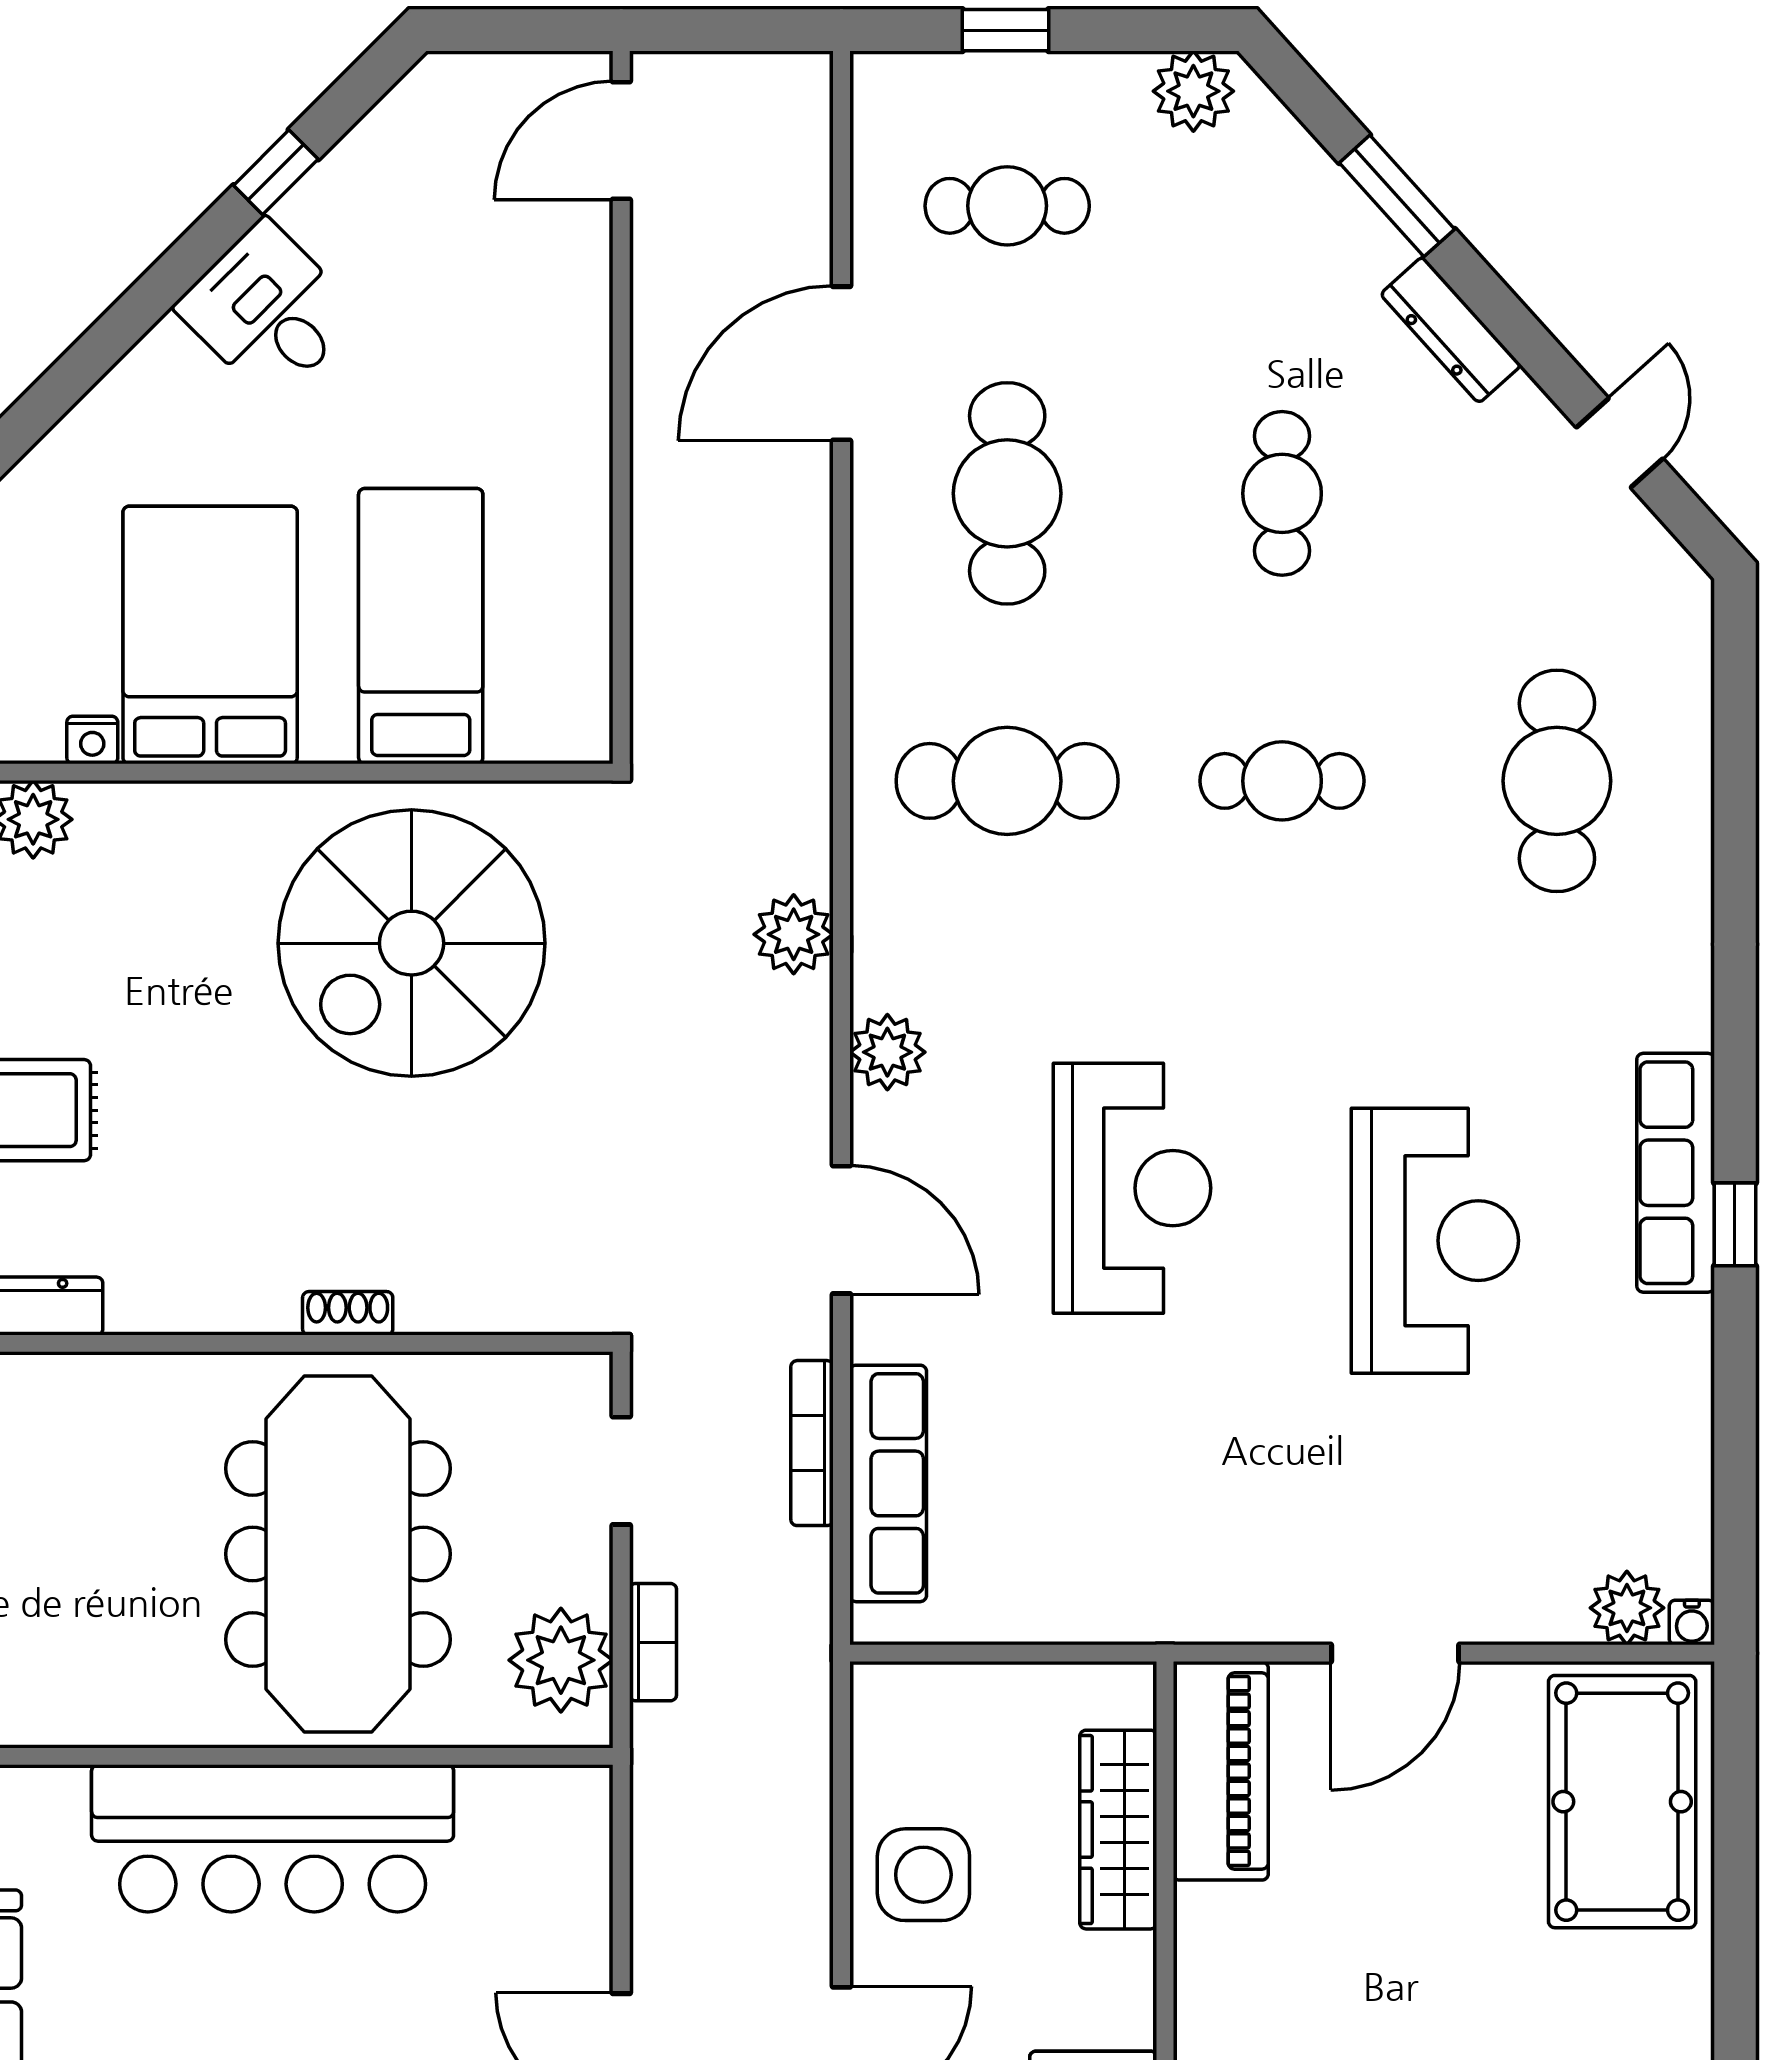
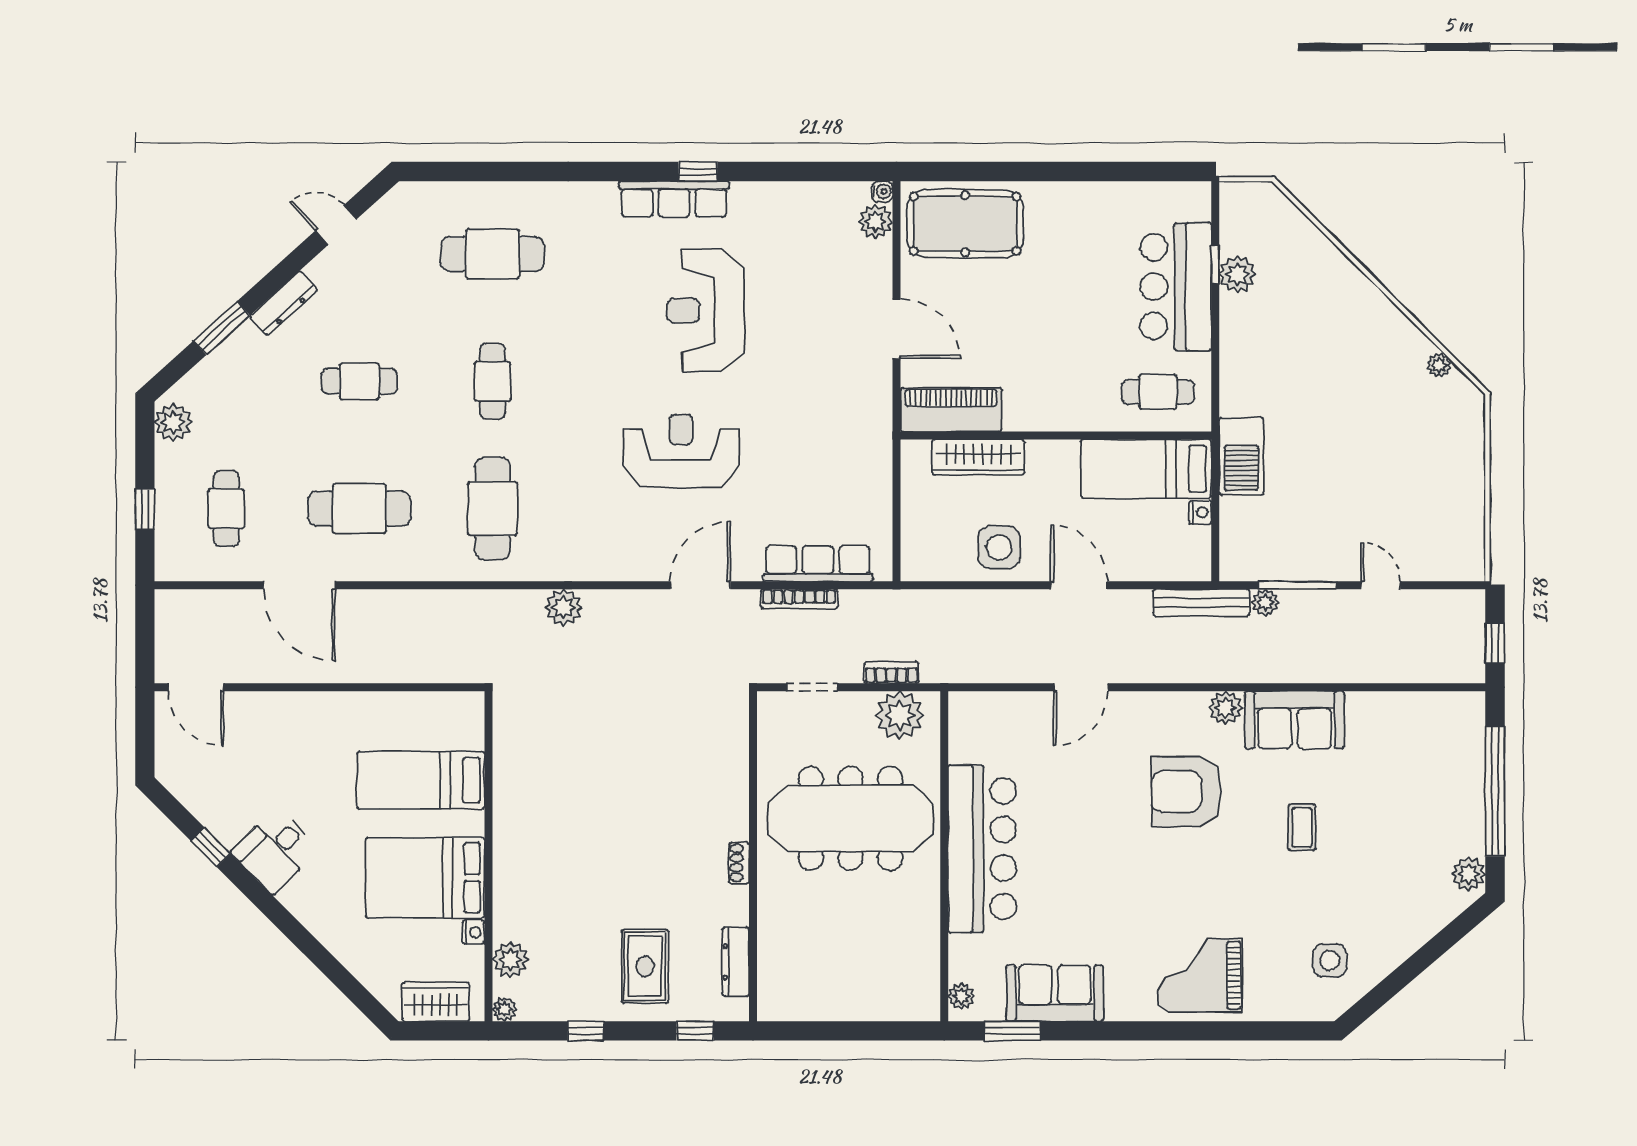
spiral stairs: (412, 943) -> (568, 784), removed
plant: (887, 1052) -> (618, 564), removed
reception desk: (1435, 1241) -> (705, 311), turned -90
shoe rack: (348, 1313) -> (739, 863), moved

